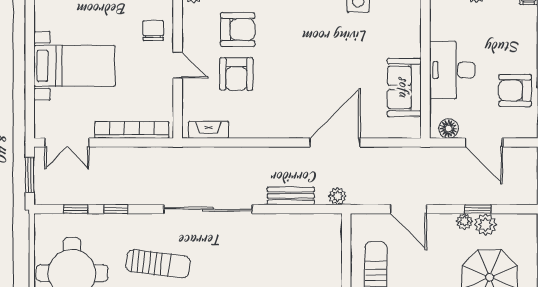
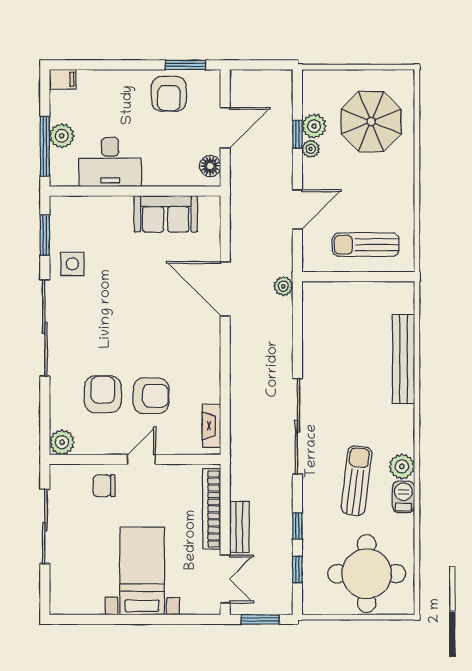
desk: (452, 70) -> (110, 162), moved
bench: (291, 196) -> (239, 527), moved

